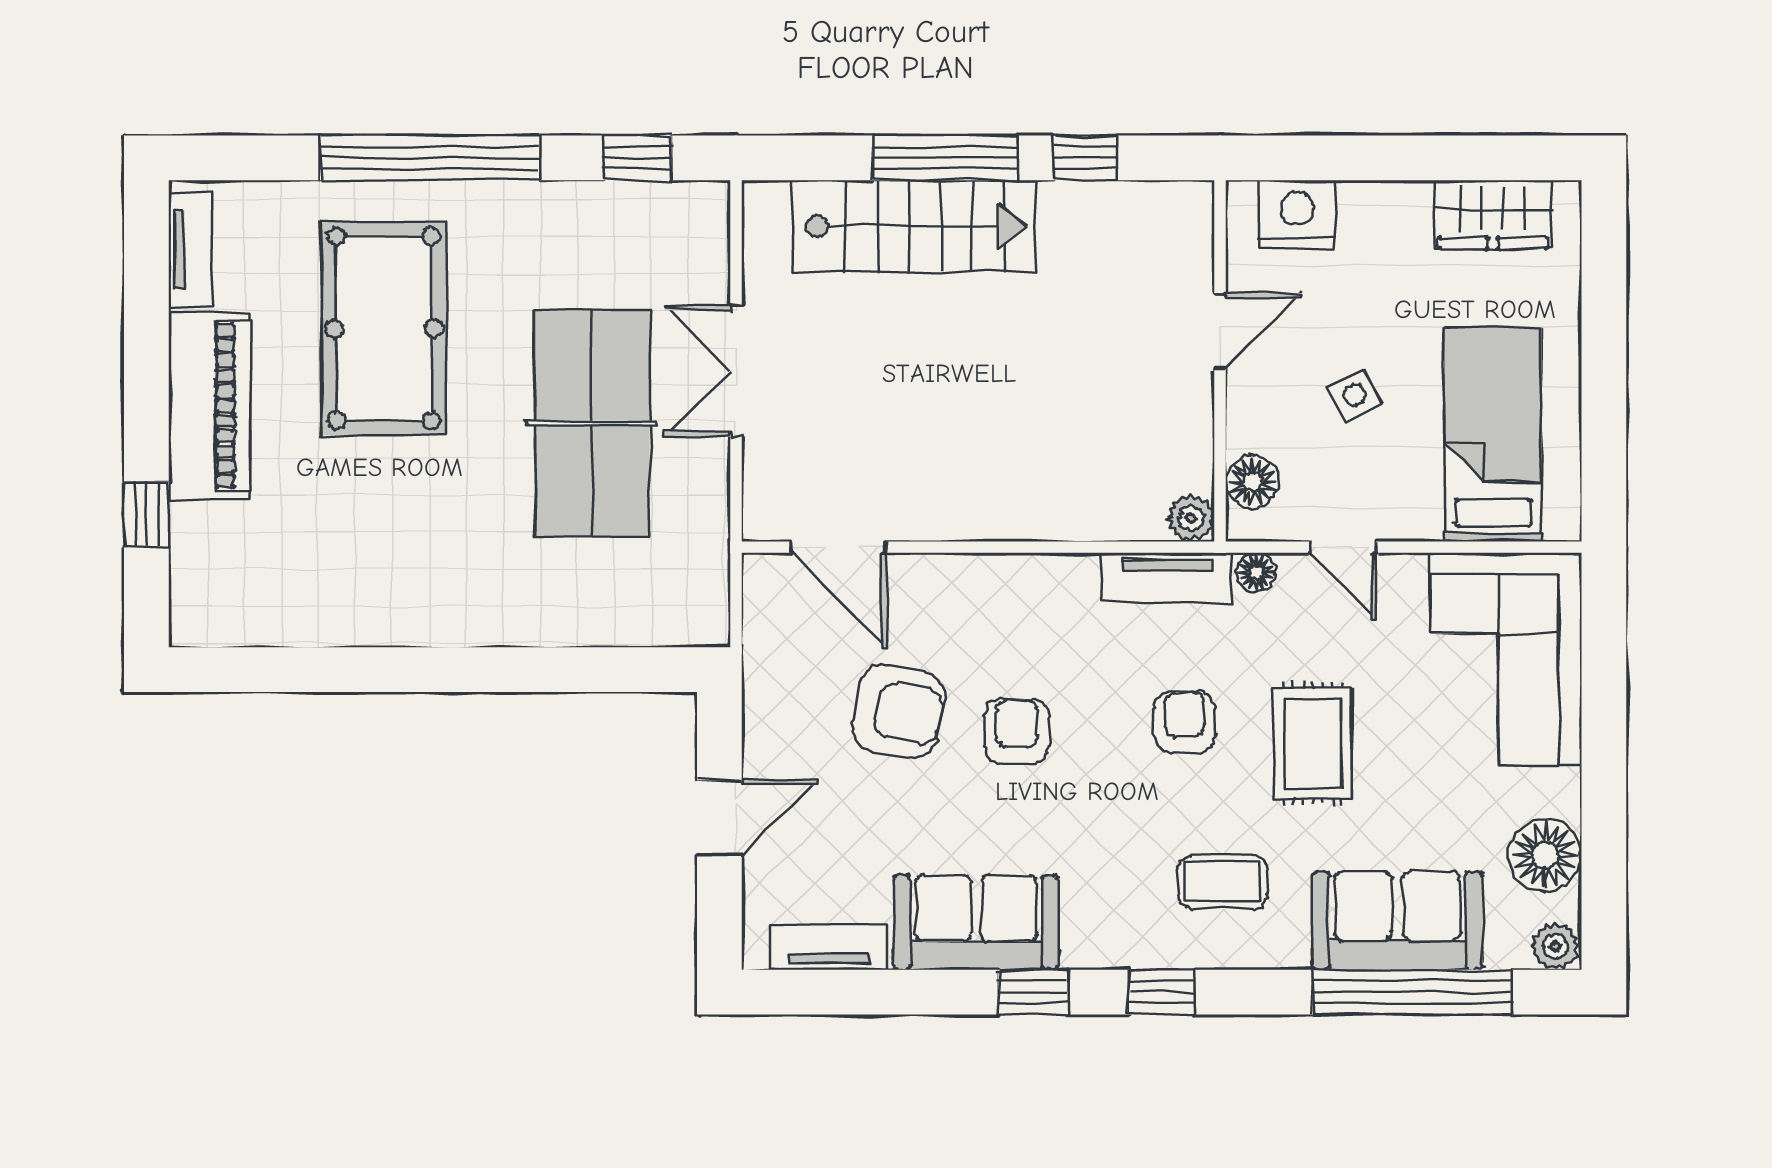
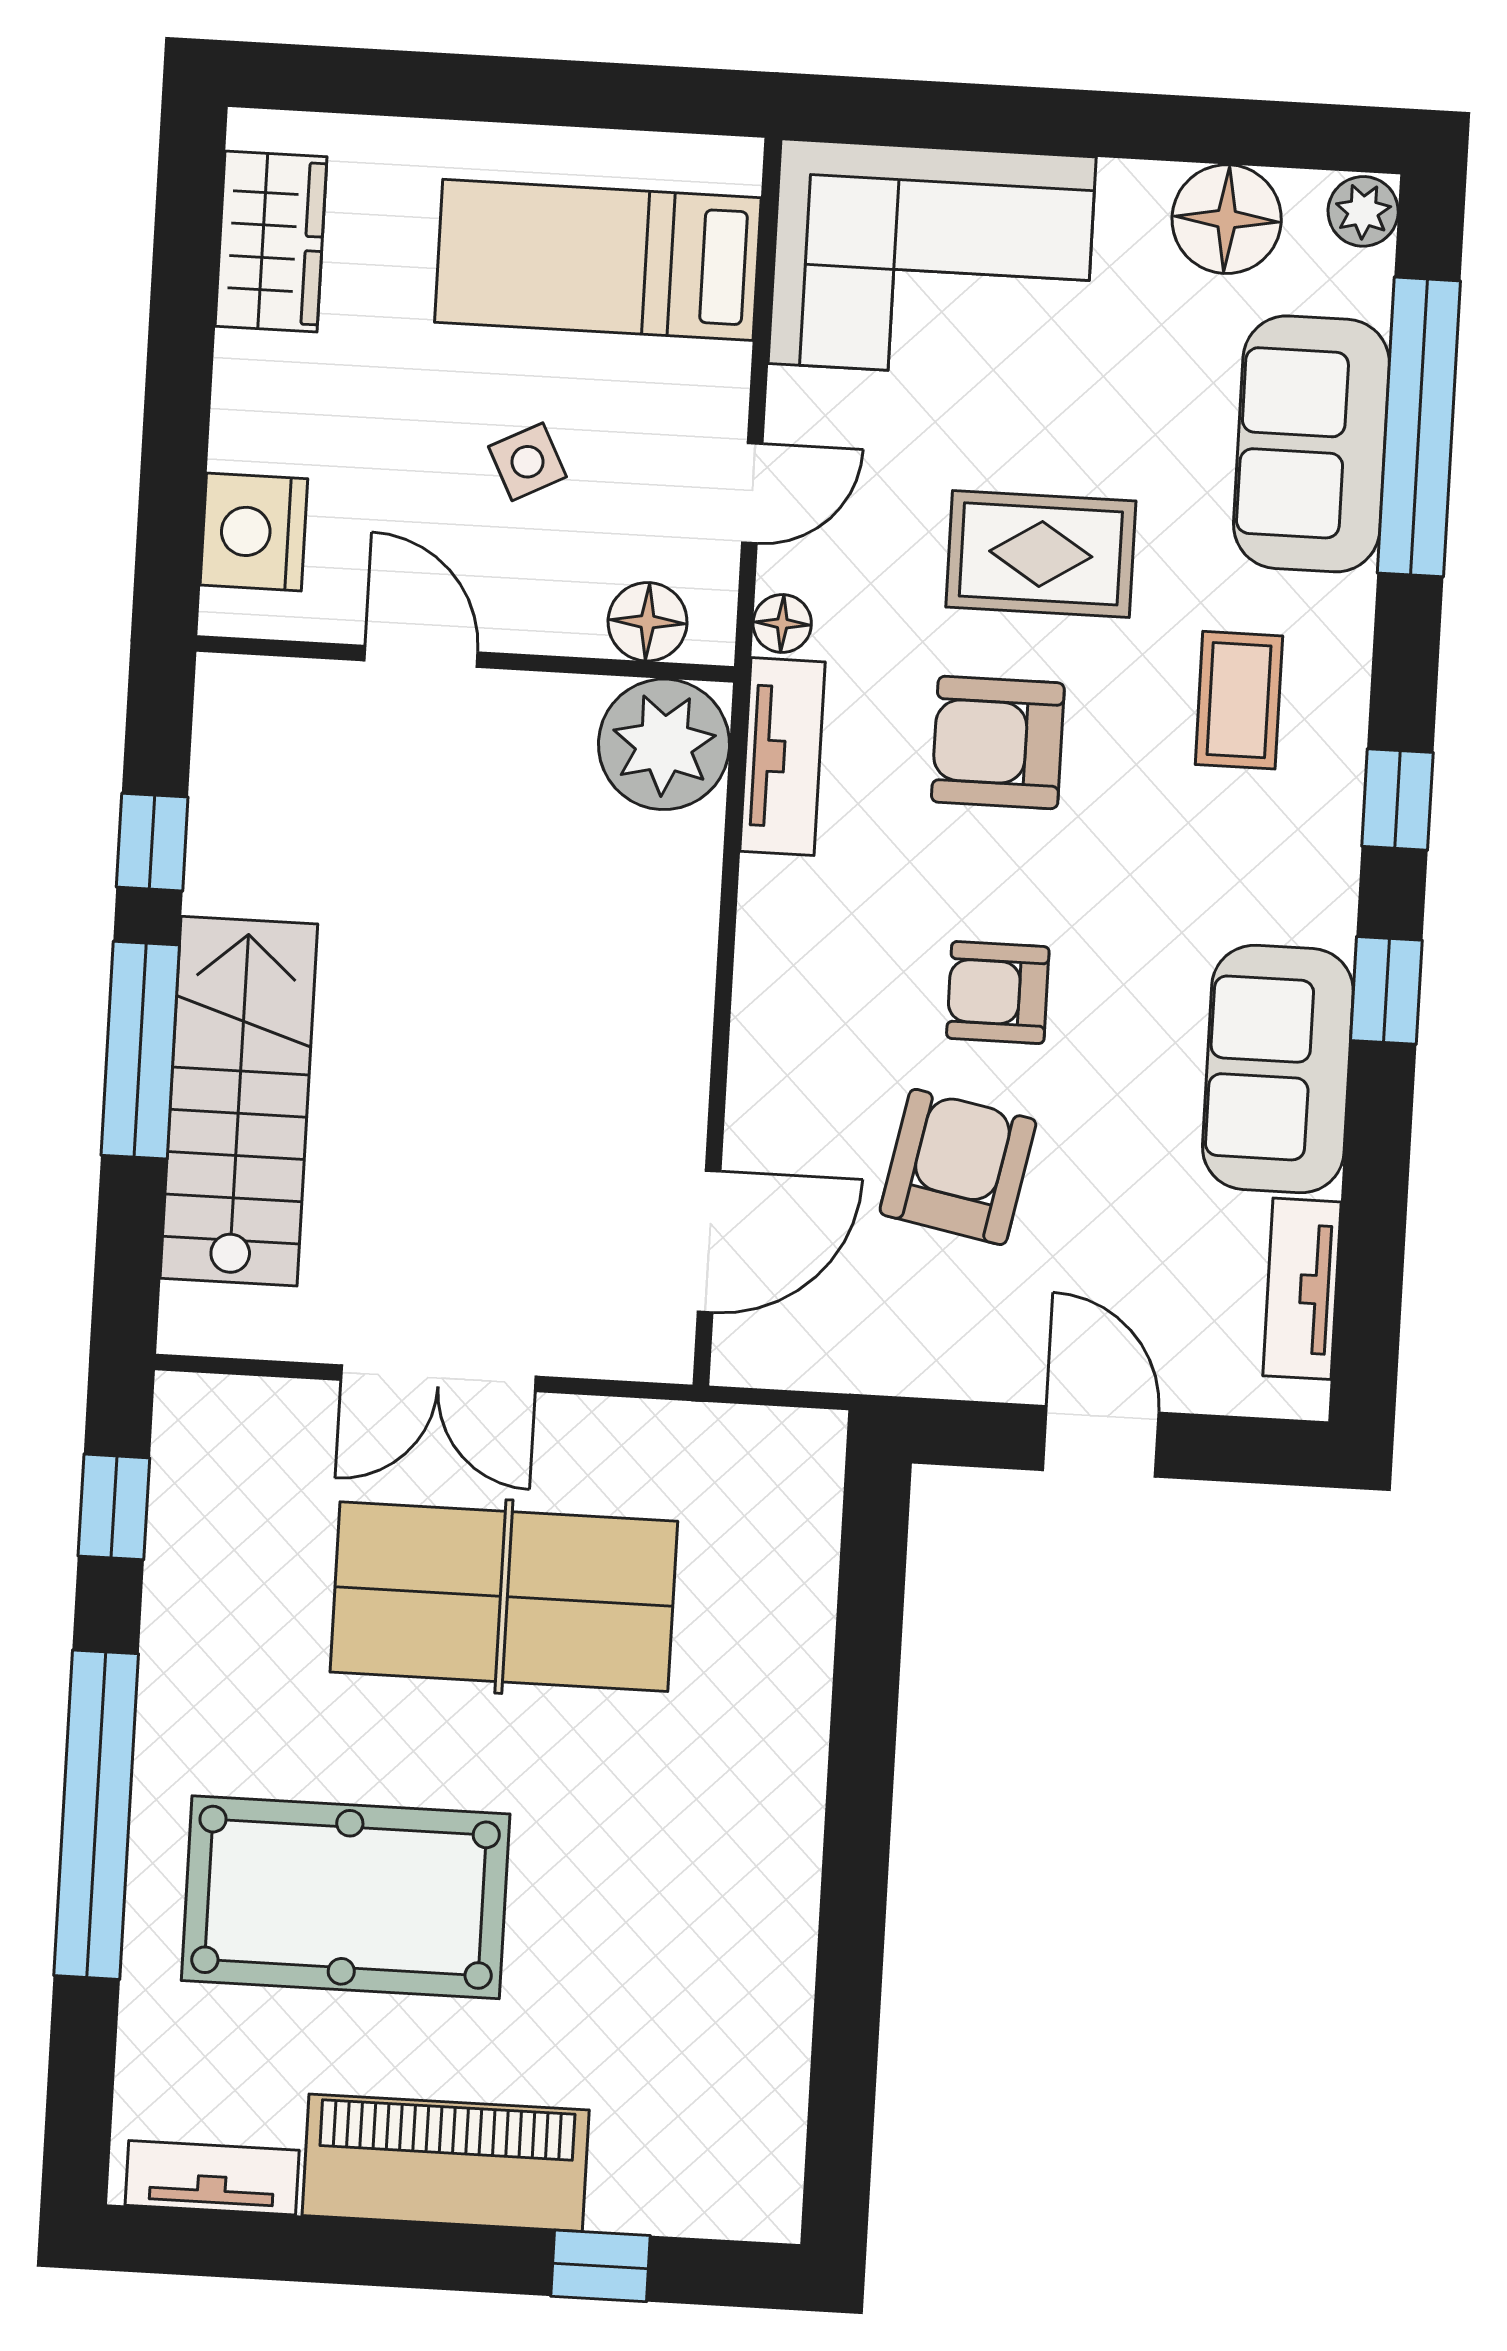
plant: (1191, 518) -> (664, 744), width x1.88, depth x1.88
armchair: (1185, 722) -> (998, 742), width x1.38, depth x1.38

